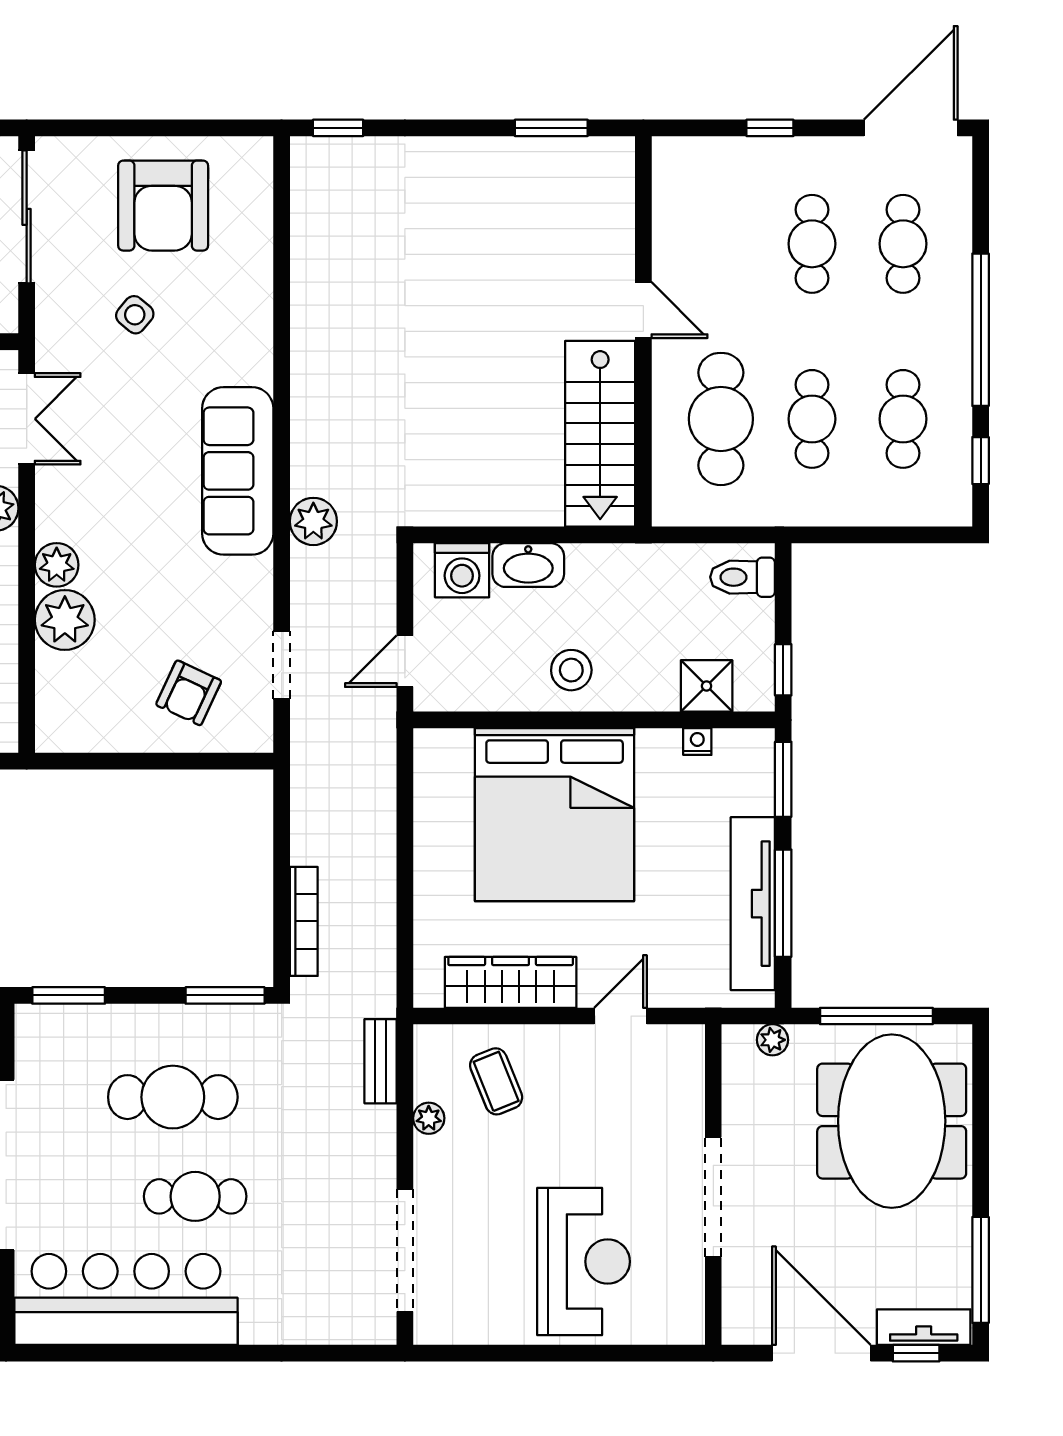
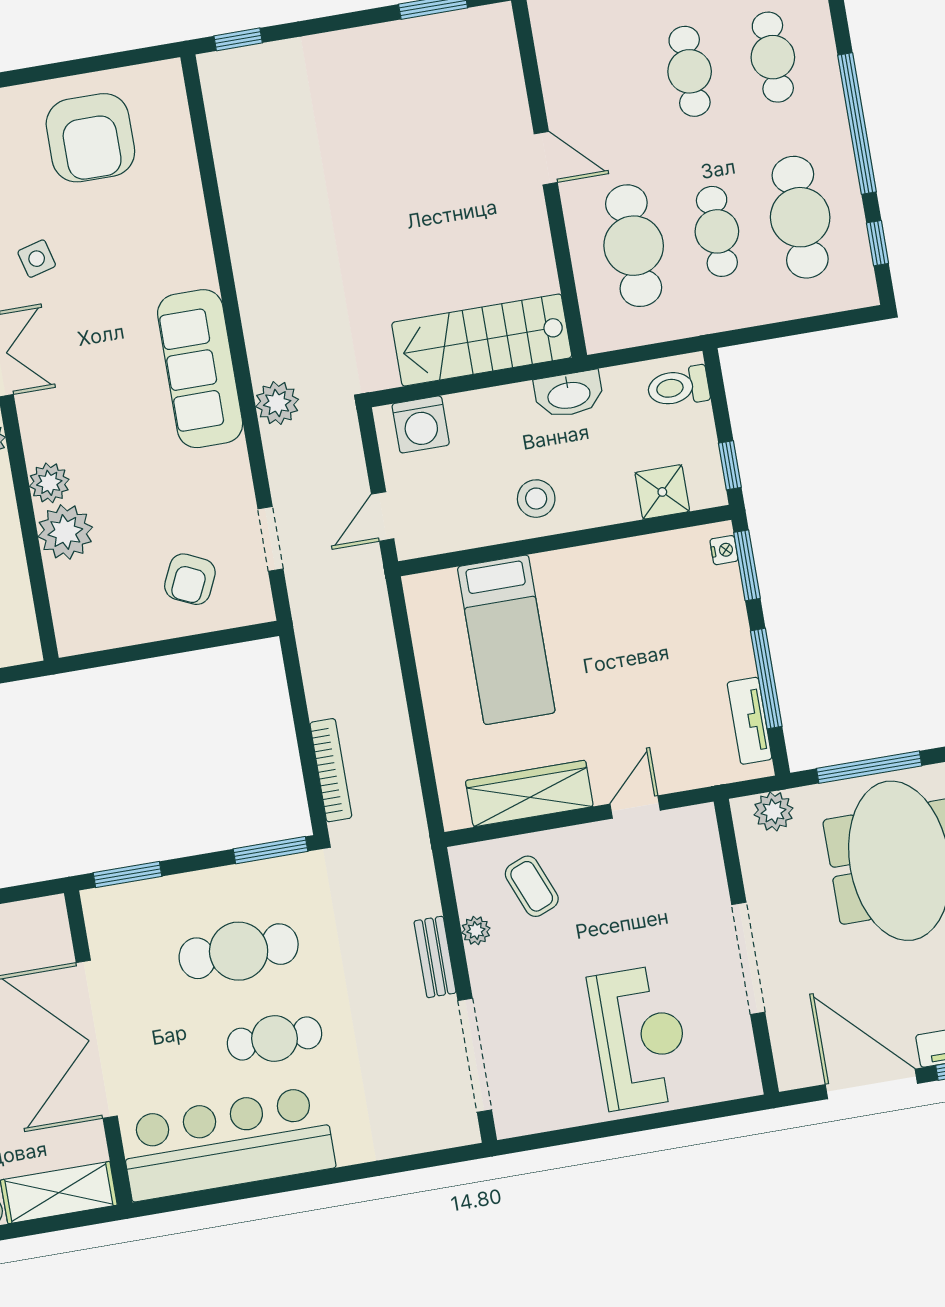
side table: (135, 315) -> (37, 259), moved, turned 35
cafe table: (903, 419) -> (800, 217), width x1.37, depth x1.35
stairs: (600, 434) -> (482, 340), moved, turned 90
washbasin: (528, 565) -> (569, 394), moved
nightstand: (697, 742) -> (724, 550), moved, turned 90
bed: (555, 815) -> (506, 640), width x0.49
tv unit: (753, 904) -> (750, 721), width x0.52, depth x0.78
plant: (773, 1040) -> (773, 811), width x1.38, depth x1.38
bench: (381, 1061) -> (435, 957), moved

